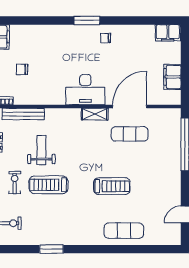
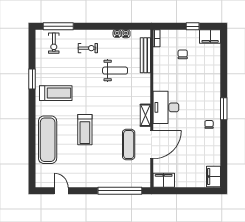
filing cabinet: (172, 77) -> (164, 180), moved
door: (130, 106) -> (152, 145), hinge flipped
treadmill: (48, 185) -> (56, 93), moved, turned 90
exercise mat: (124, 231) -> (48, 140), width x1.36, depth x1.45

